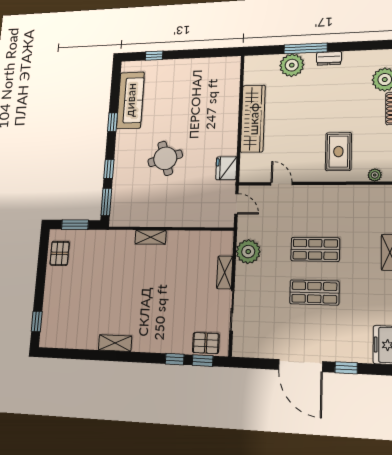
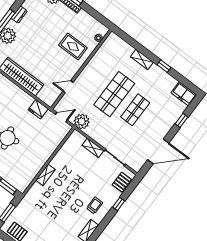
shop shelf: (315, 249) -> (114, 94), width x1.43, depth x1.36
plant: (248, 252) -> (82, 121), moved
trolley: (152, 328) -> (95, 205), added
window: (203, 361) -> (129, 190), removed
door: (300, 365) -> (158, 151), moved

